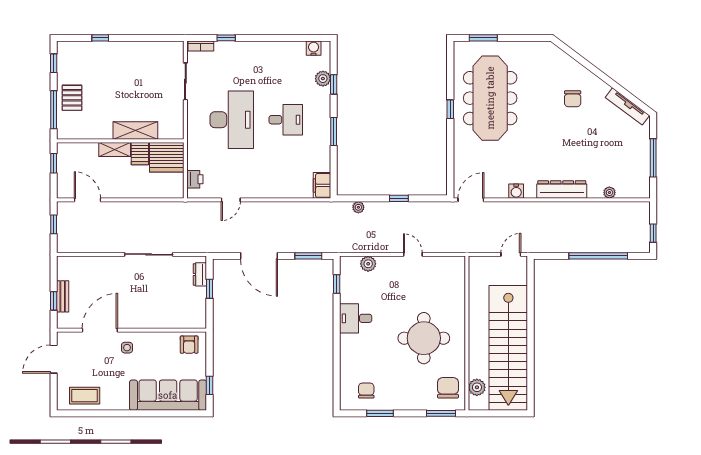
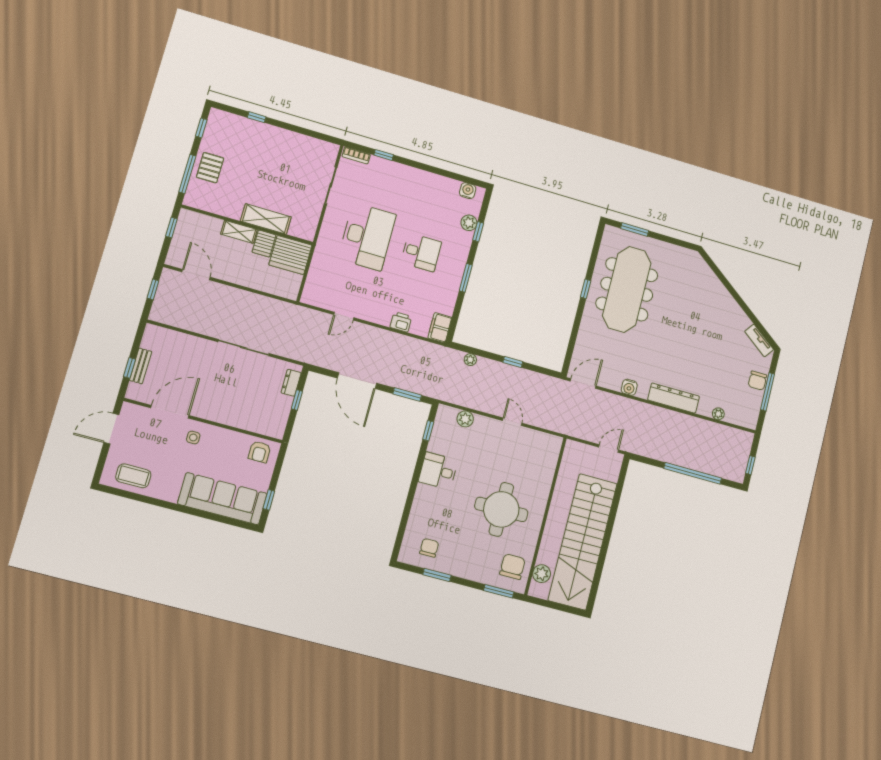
chair: (573, 99) -> (757, 381), moved
tv unit: (627, 106) -> (759, 340), width x0.71
printer: (195, 179) -> (401, 322), moved, turned -90

